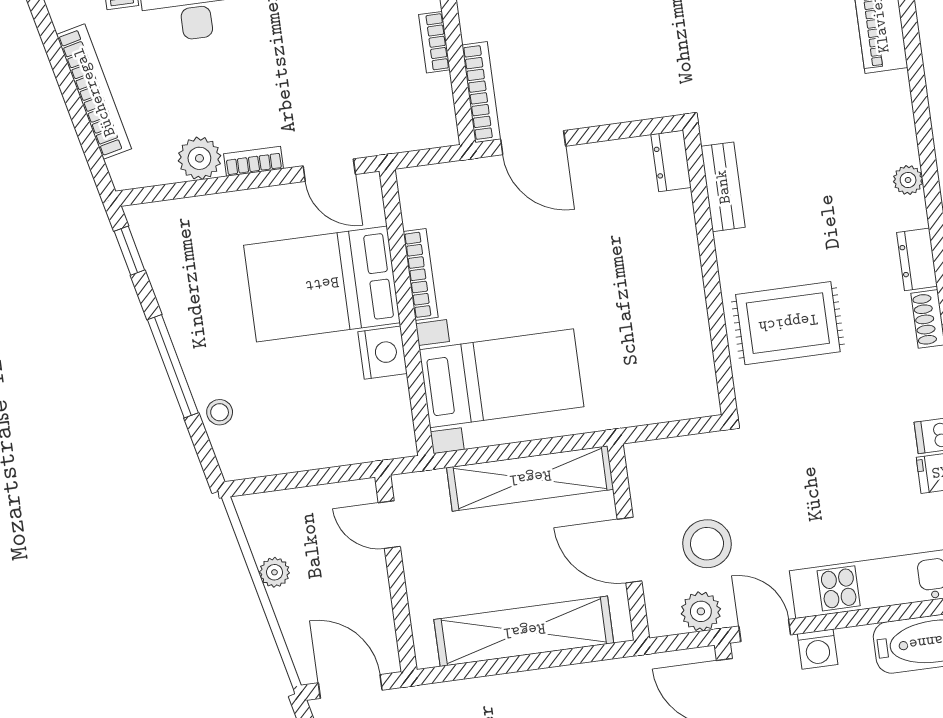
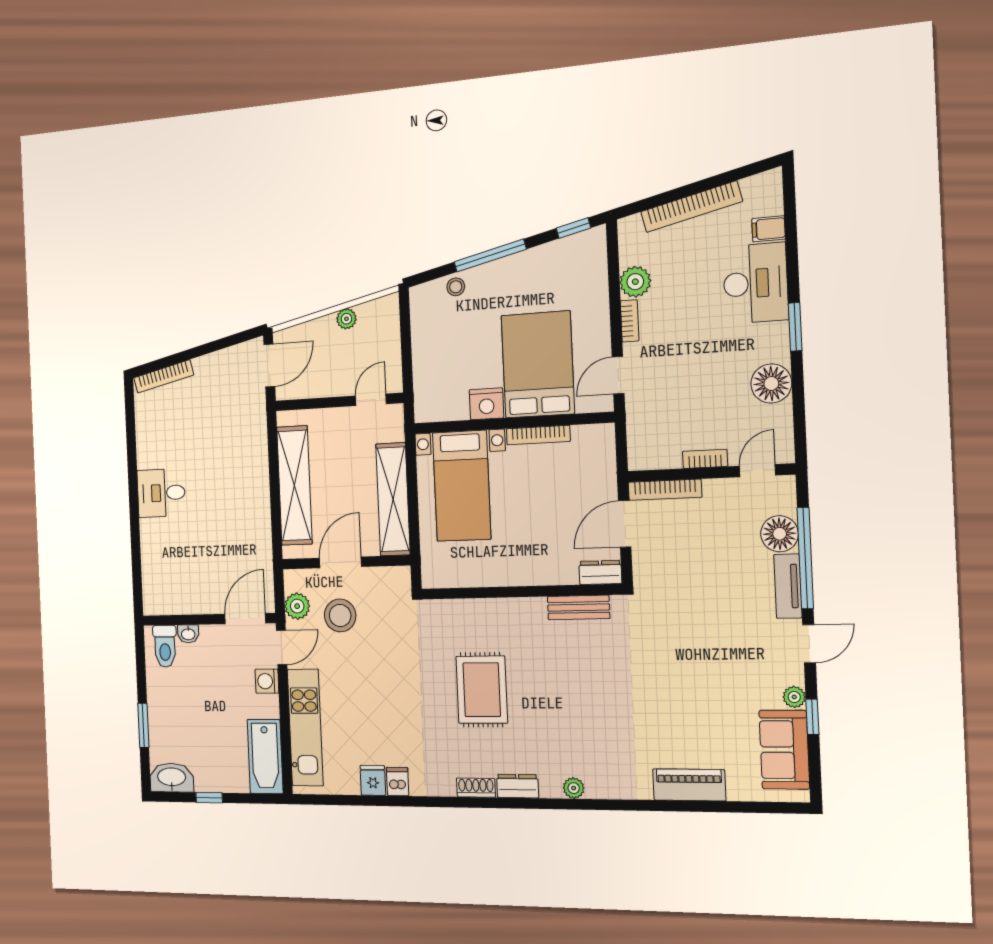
dresser: (671, 161) -> (600, 572), moved
bench: (723, 187) -> (579, 607), moved
wall: (710, 271) -> (520, 592), moved

